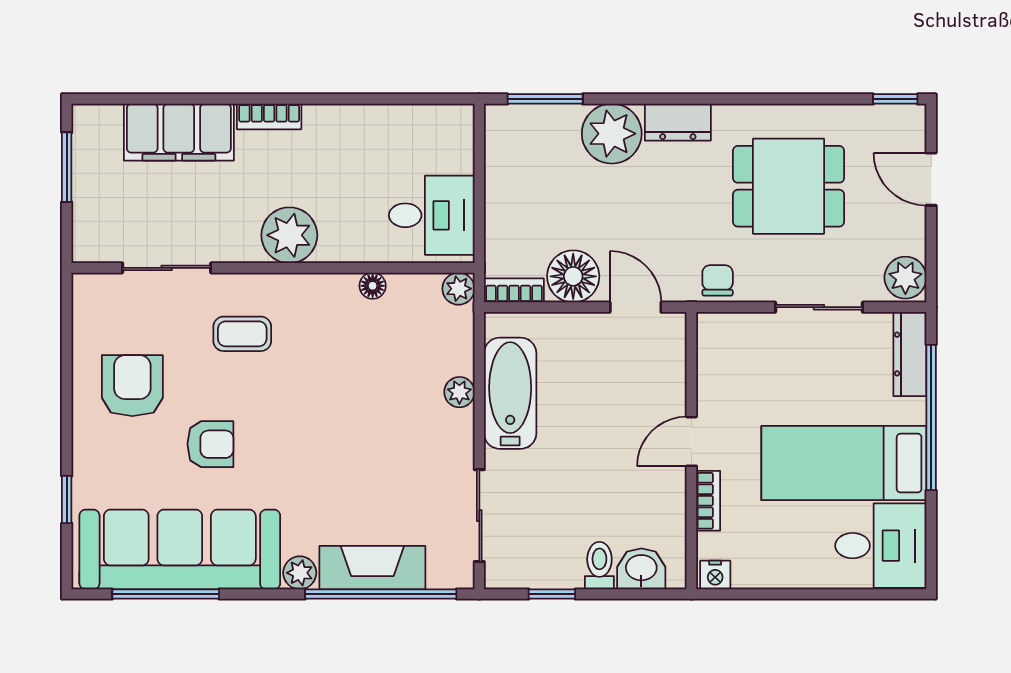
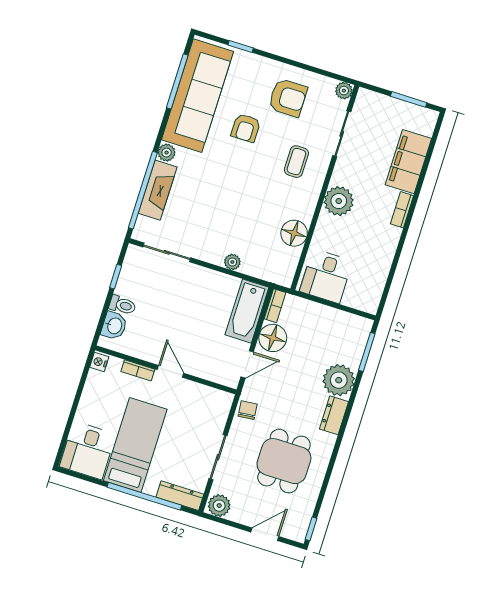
chair: (718, 280) -> (248, 410), turned -96
floor lamp: (373, 286) -> (294, 233), width x1.89, depth x1.89
plant: (458, 289) -> (344, 91), moved
bathtub: (510, 393) -> (247, 311), moved, turned 90

